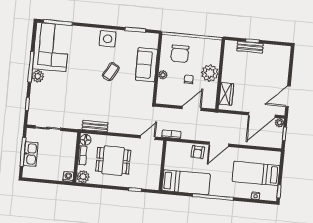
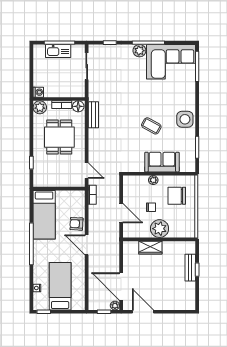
wardrobe: (226, 94) -> (150, 248), moved

